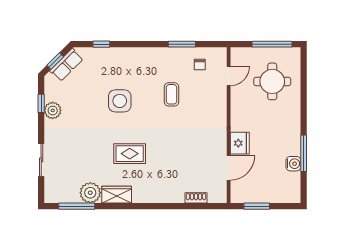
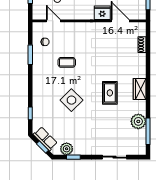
side table: (120, 101) -> (71, 100), turned 45
plant: (53, 110) -> (67, 149), moved
wardrobe: (117, 195) -> (140, 89), moved

